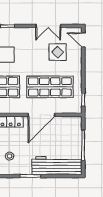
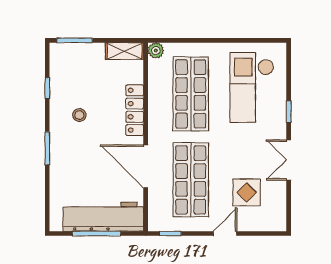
double door: (48, 26) -> (289, 160), moved
door: (83, 40) -> (225, 234), moved
workbench: (57, 166) -> (103, 217), moved, turned -90

